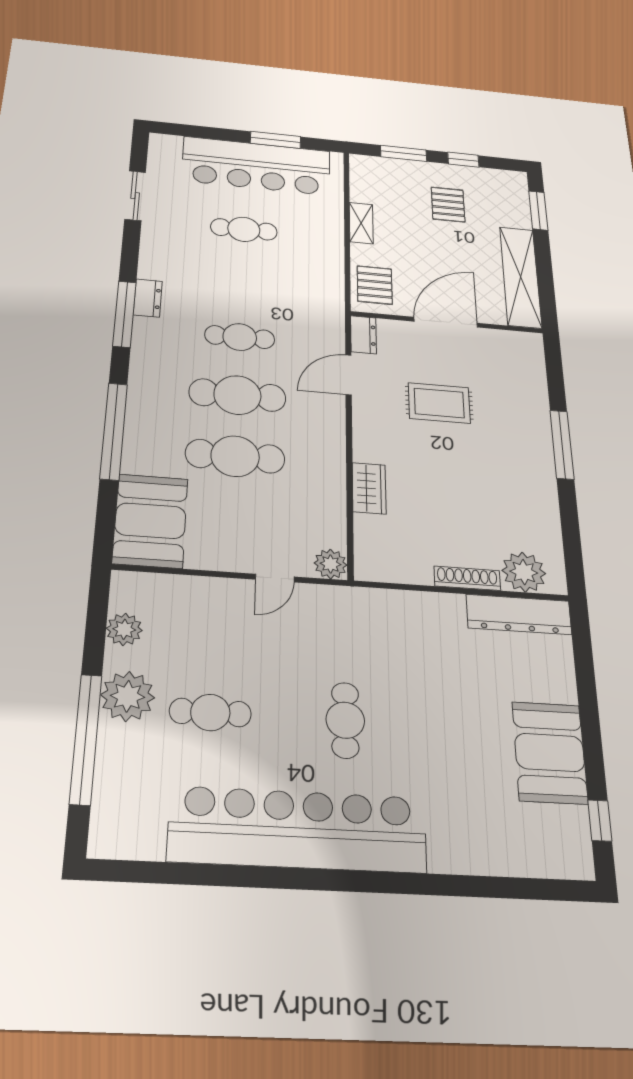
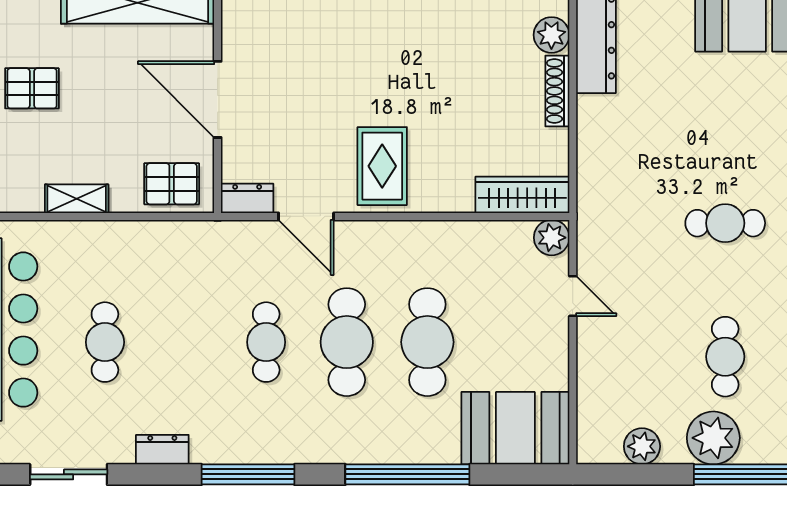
dresser: (148, 298) -> (162, 450), moved
rug: (439, 403) -> (382, 166), moved
wardrobe: (369, 488) -> (522, 195), moved, width x1.50
plant: (524, 572) -> (551, 35), width x0.73, depth x0.73

